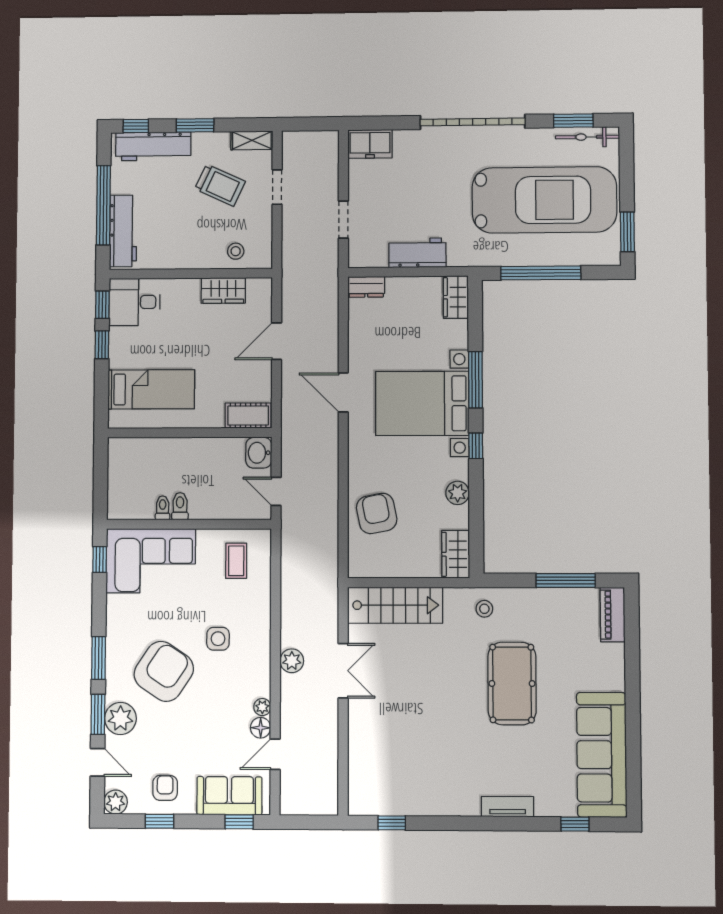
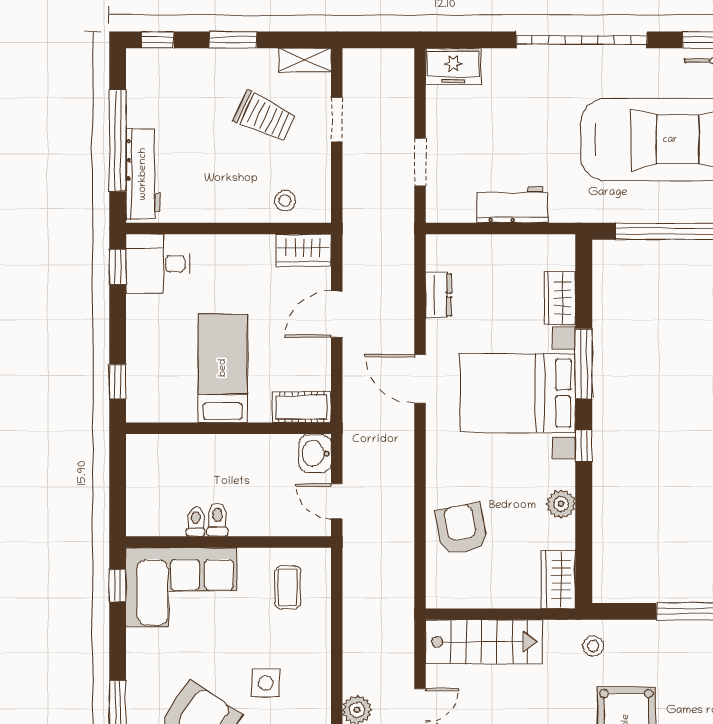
workbench: (153, 146) -> (180, 66), removed
dresser: (366, 287) -> (439, 295), moved, turned -90
wardrobe: (223, 291) -> (304, 250), moved
wardrobe: (456, 297) -> (560, 298), moved
window: (102, 345) -> (118, 381), moved
bed: (151, 389) -> (223, 368), moved, turned -90

